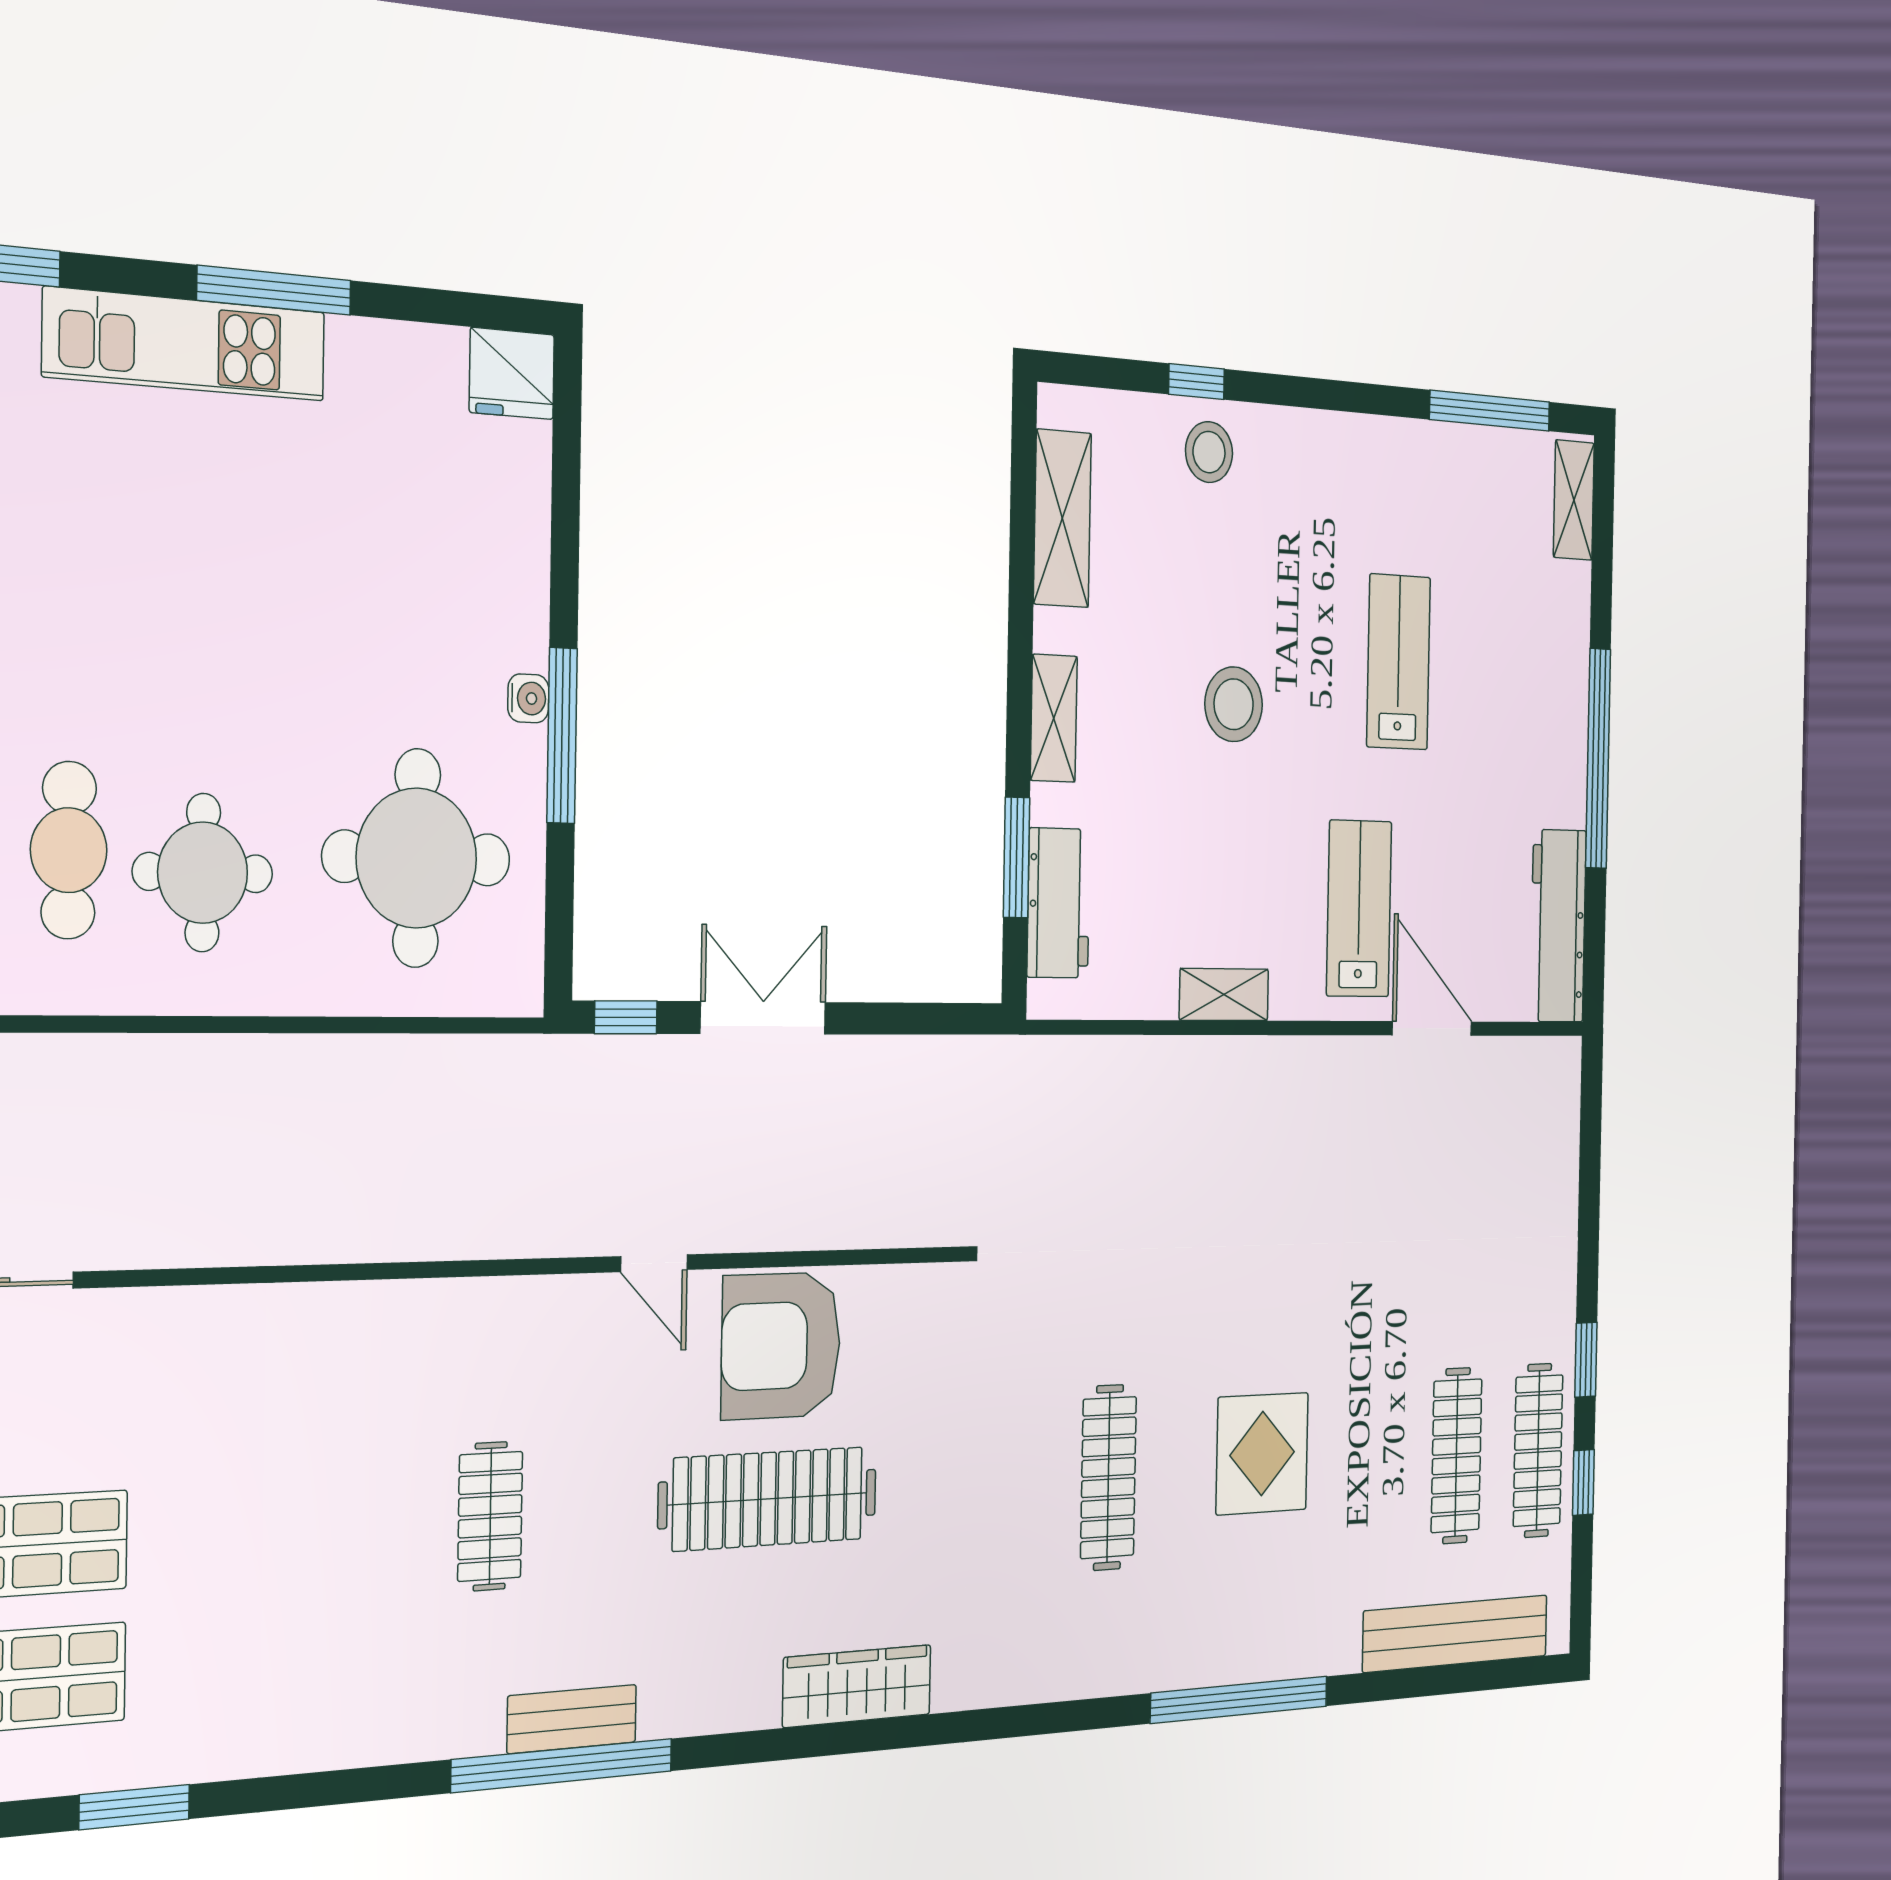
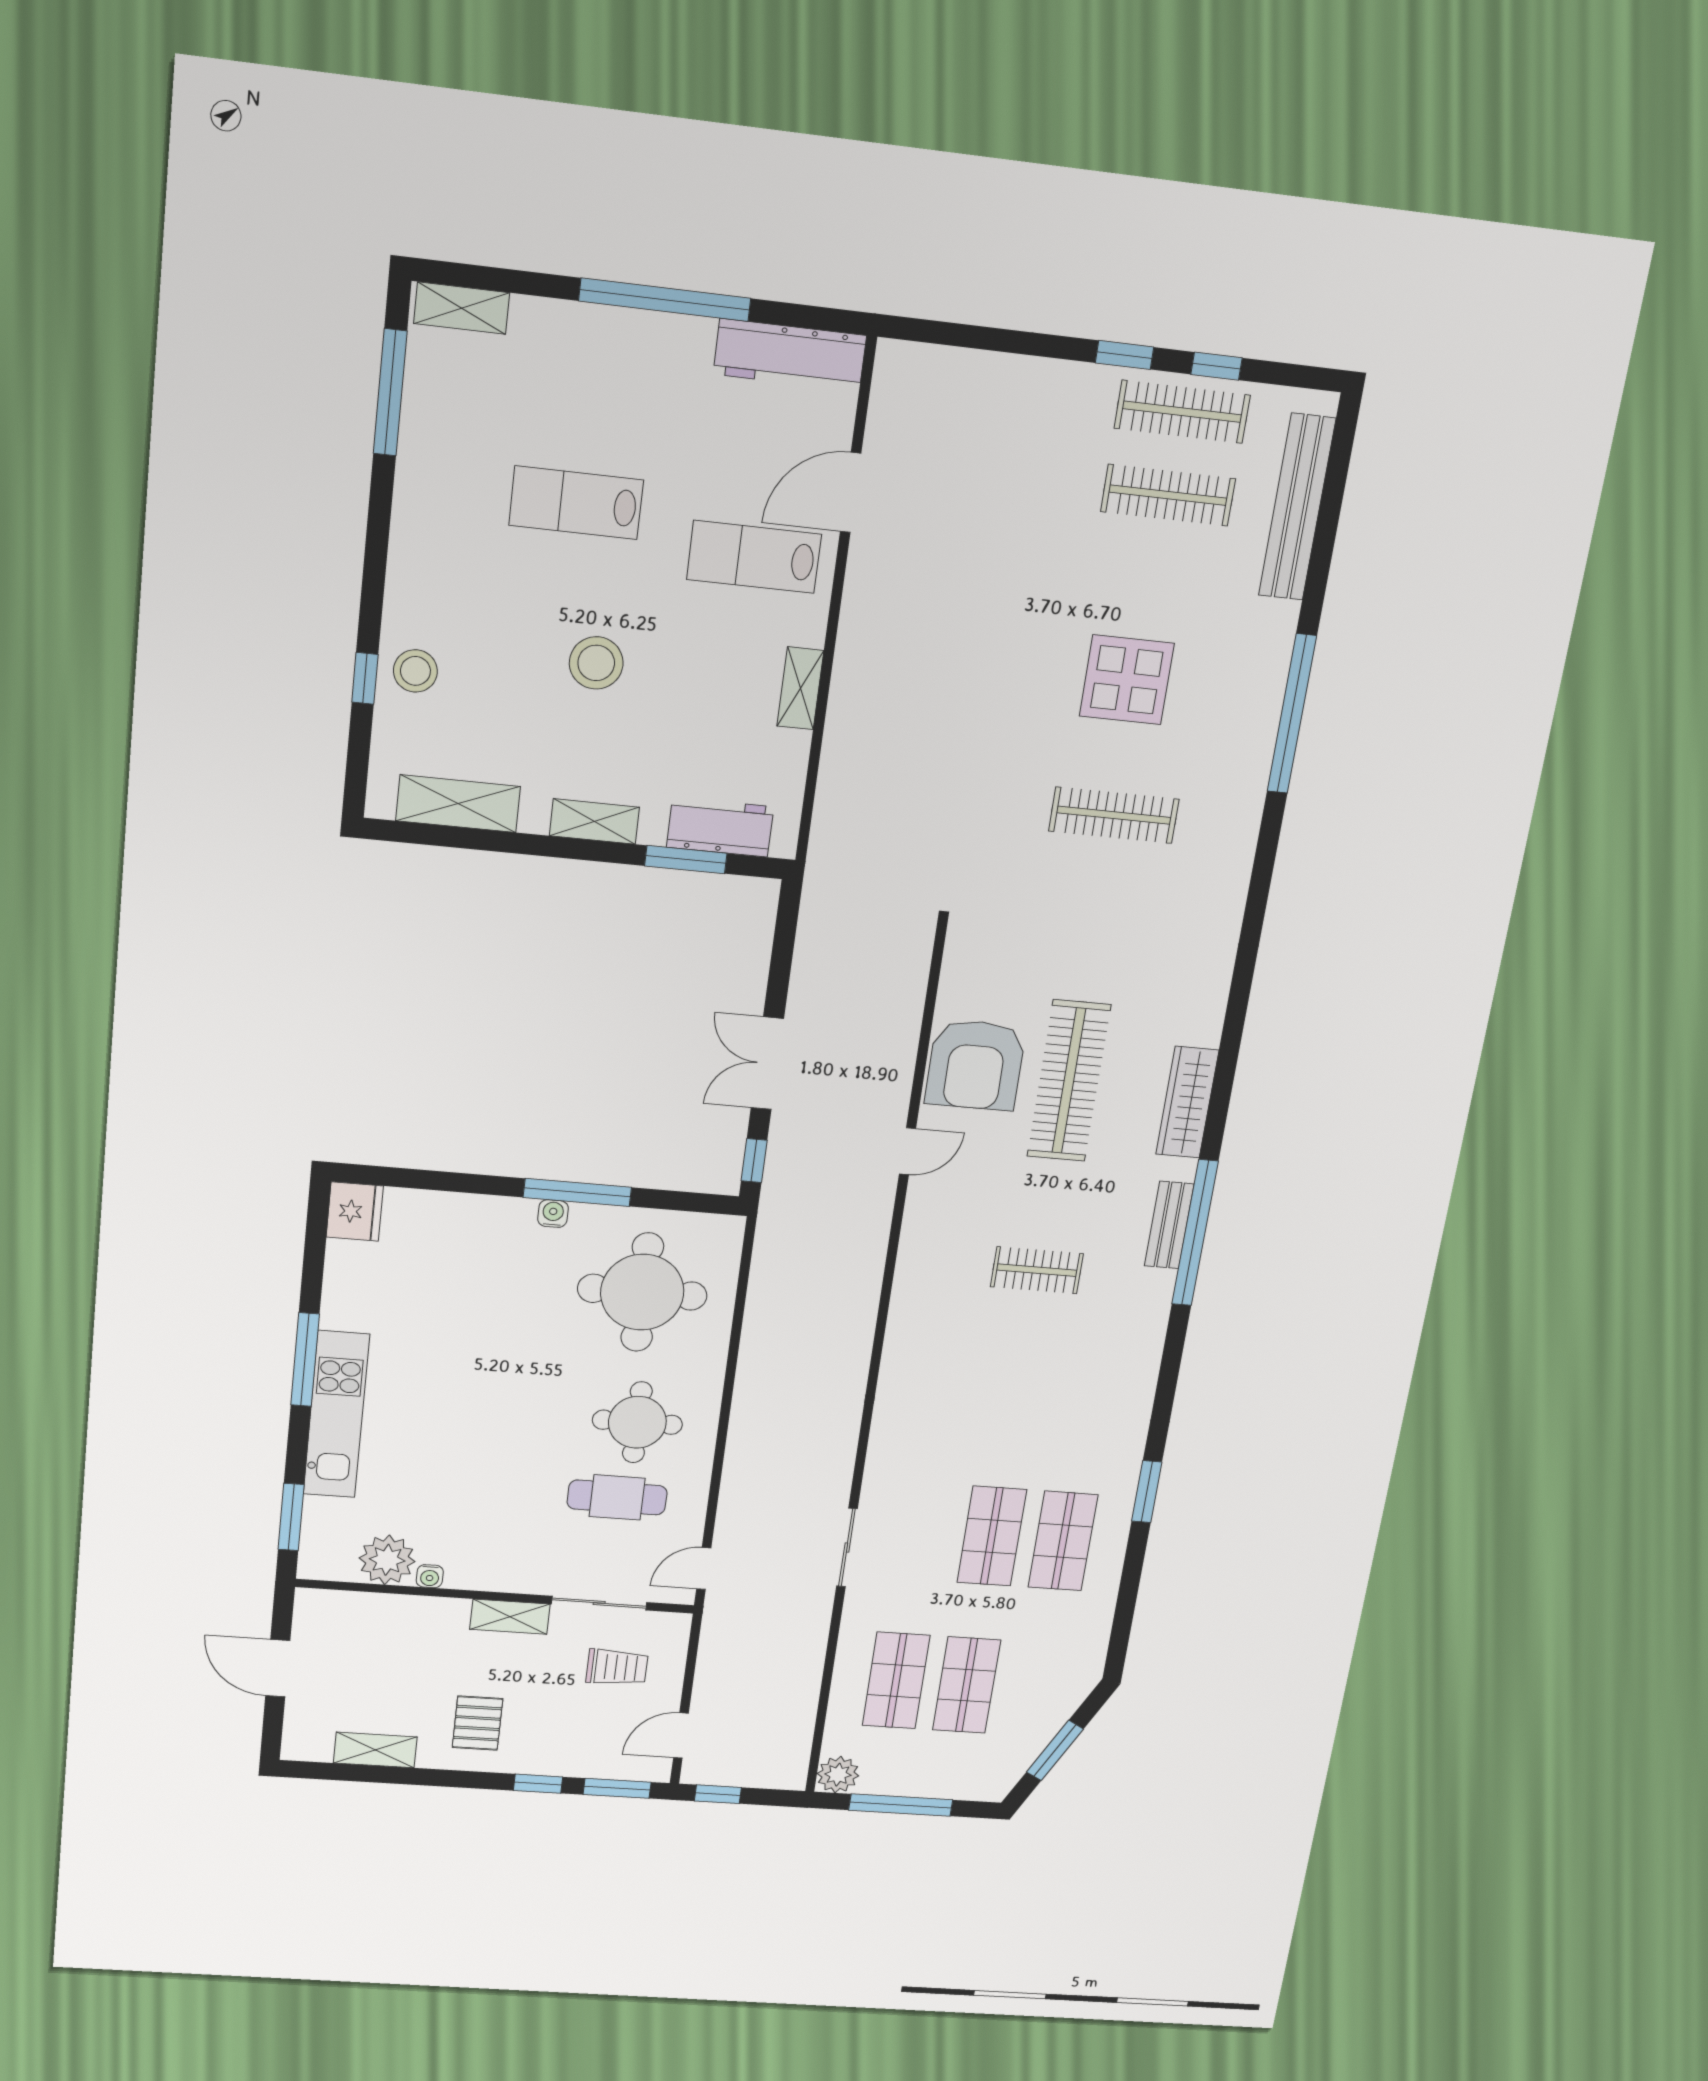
wardrobe: (857, 1686) -> (1187, 1102), moved

